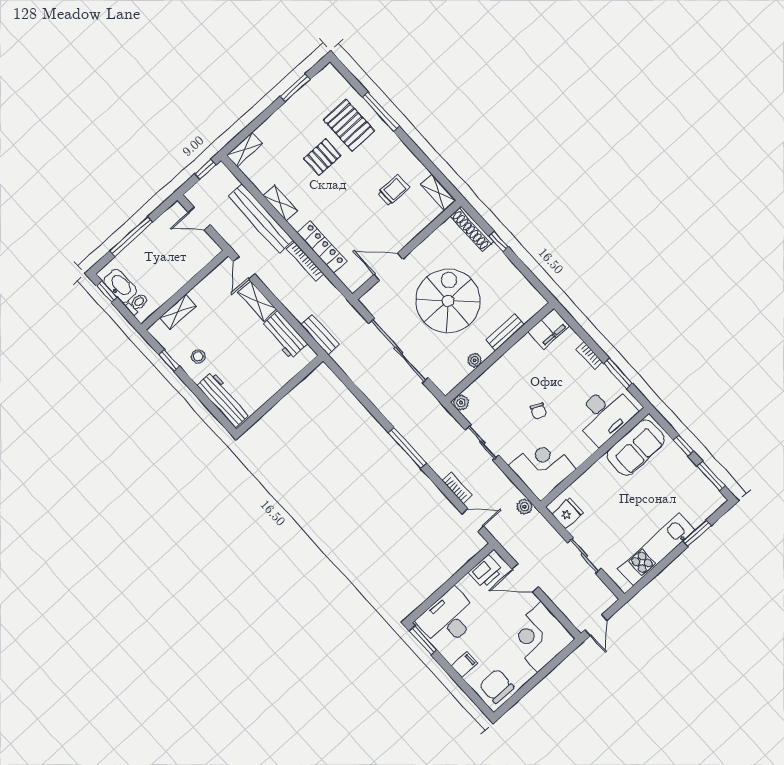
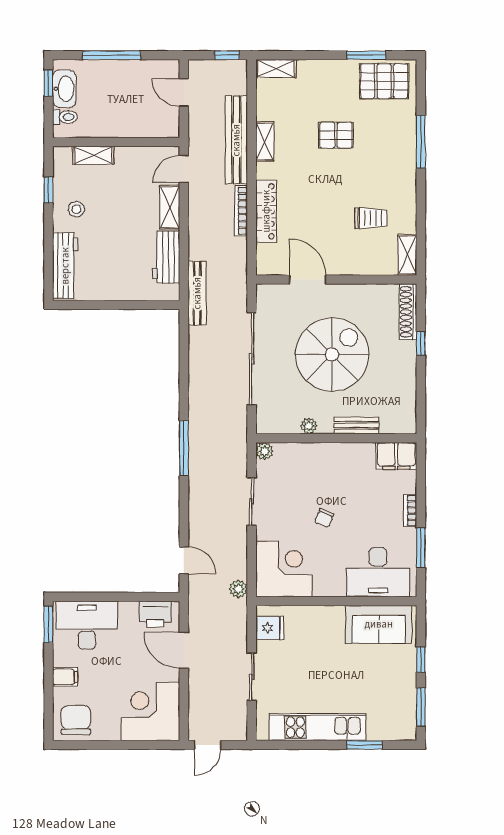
pallet: (349, 125) -> (384, 81), moved, turned 90
bench: (320, 335) -> (197, 293), width x1.36
bookcase: (457, 488) -> (195, 521), removed

